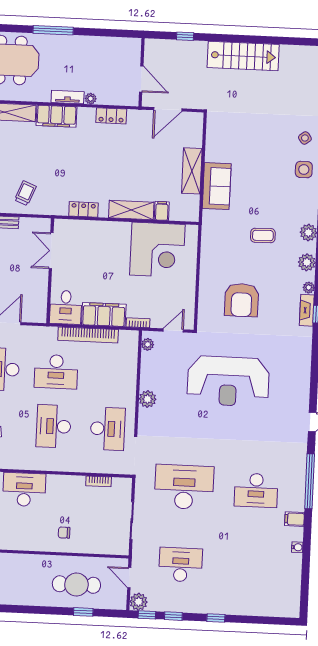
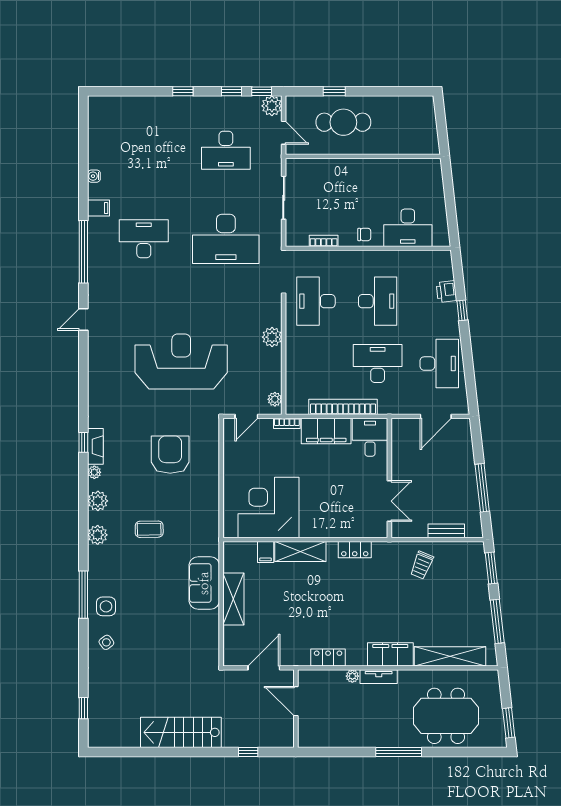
chair: (64, 533) -> (364, 234), moved

